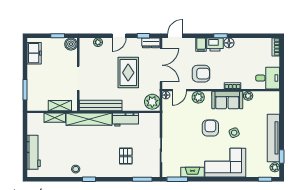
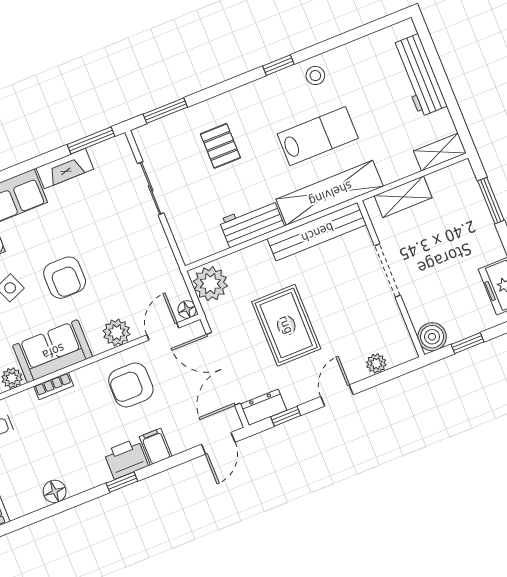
floor lamp: (229, 43) -> (55, 491), moved
shelving: (55, 118) -> (440, 152), moved
lab bench: (85, 144) -> (318, 136), added

